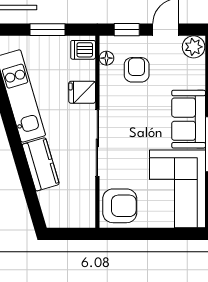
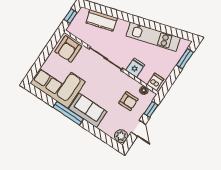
window: (48, 30) -> (185, 59), moved
kitchen counter: (41, 164) -> (102, 20), moved
window: (70, 234) -> (71, 16), added

